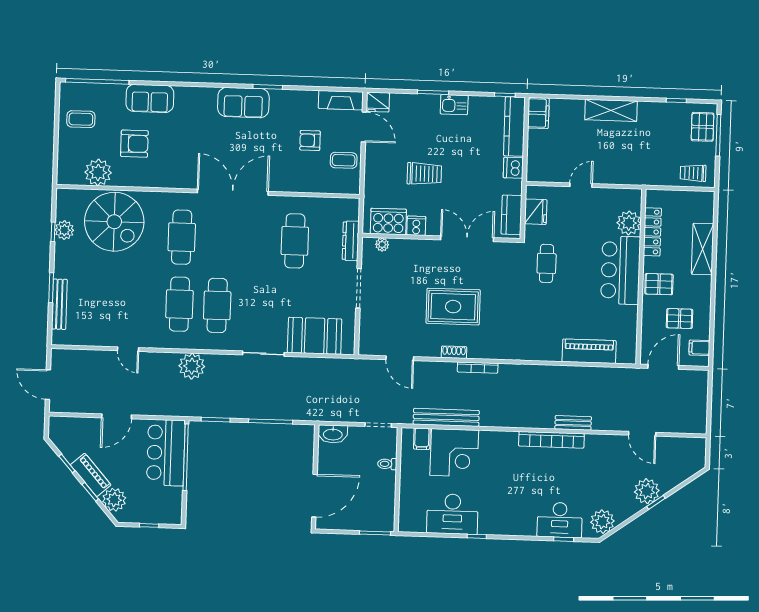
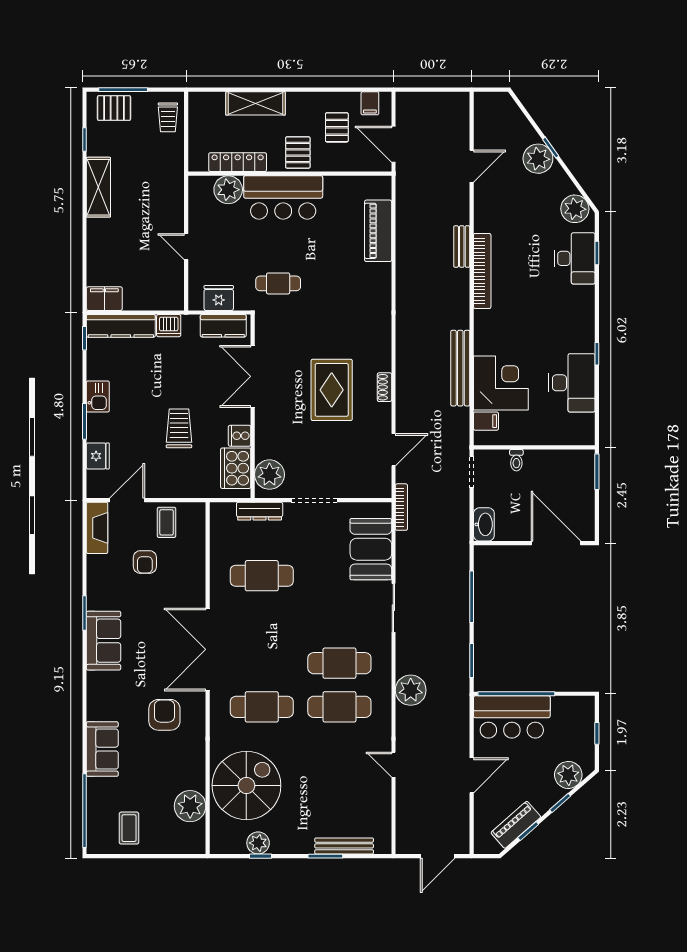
fridge: (378, 102) -> (98, 456), moved
shelving: (611, 110) -> (98, 187), moved
armchair: (134, 144) -> (164, 715), moved
plant: (382, 244) -> (269, 475), width x1.88, depth x1.88
door: (128, 349) -> (393, 765), swing flipped
bookcase: (478, 368) -> (401, 507), moved
door: (117, 416) -> (472, 775), hinge flipped
bench: (446, 417) -> (460, 368), moved
piano: (91, 475) -> (516, 825), moved

